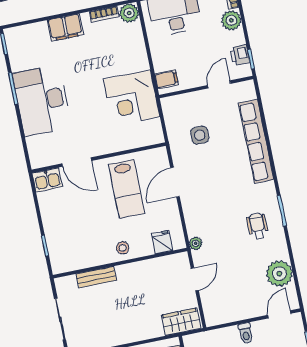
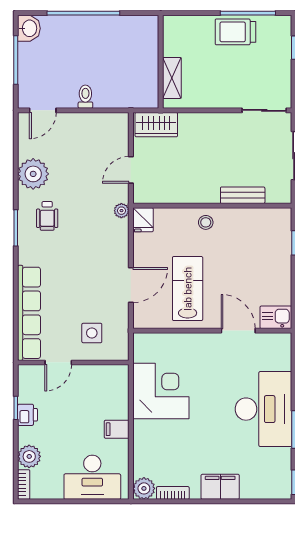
filing cabinet: (167, 79) -> (117, 429), moved
door: (219, 84) -> (58, 362), moved
wall: (206, 87) -> (73, 362), moved
fridge: (162, 242) -> (143, 220), moved
plant: (279, 274) -> (33, 174), moved

